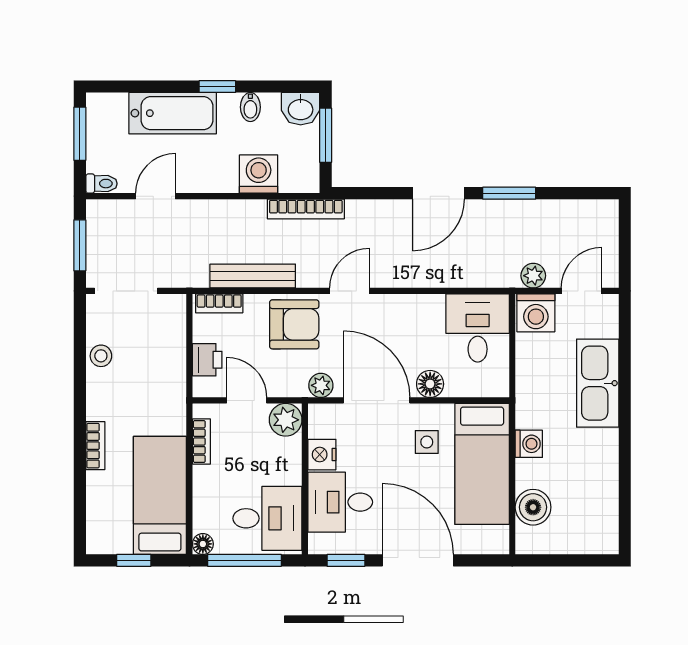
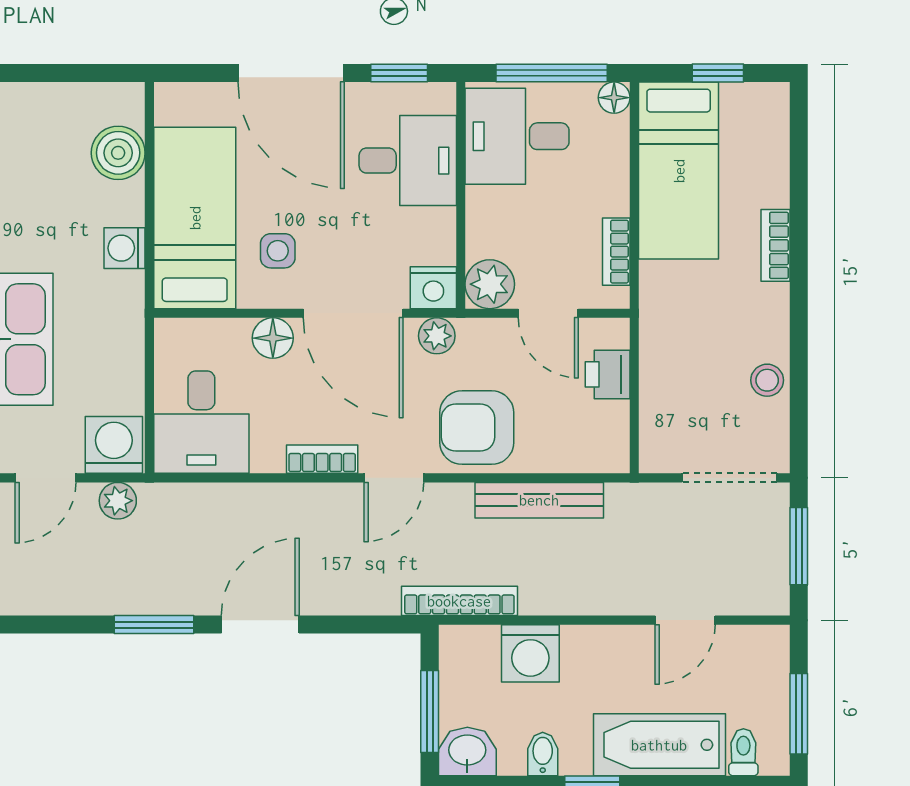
toilet: (101, 184) -> (743, 752), moved, turned 90
bookcase: (219, 303) -> (322, 459), moved
nightstand: (322, 455) -> (433, 288), moved, turned 90

